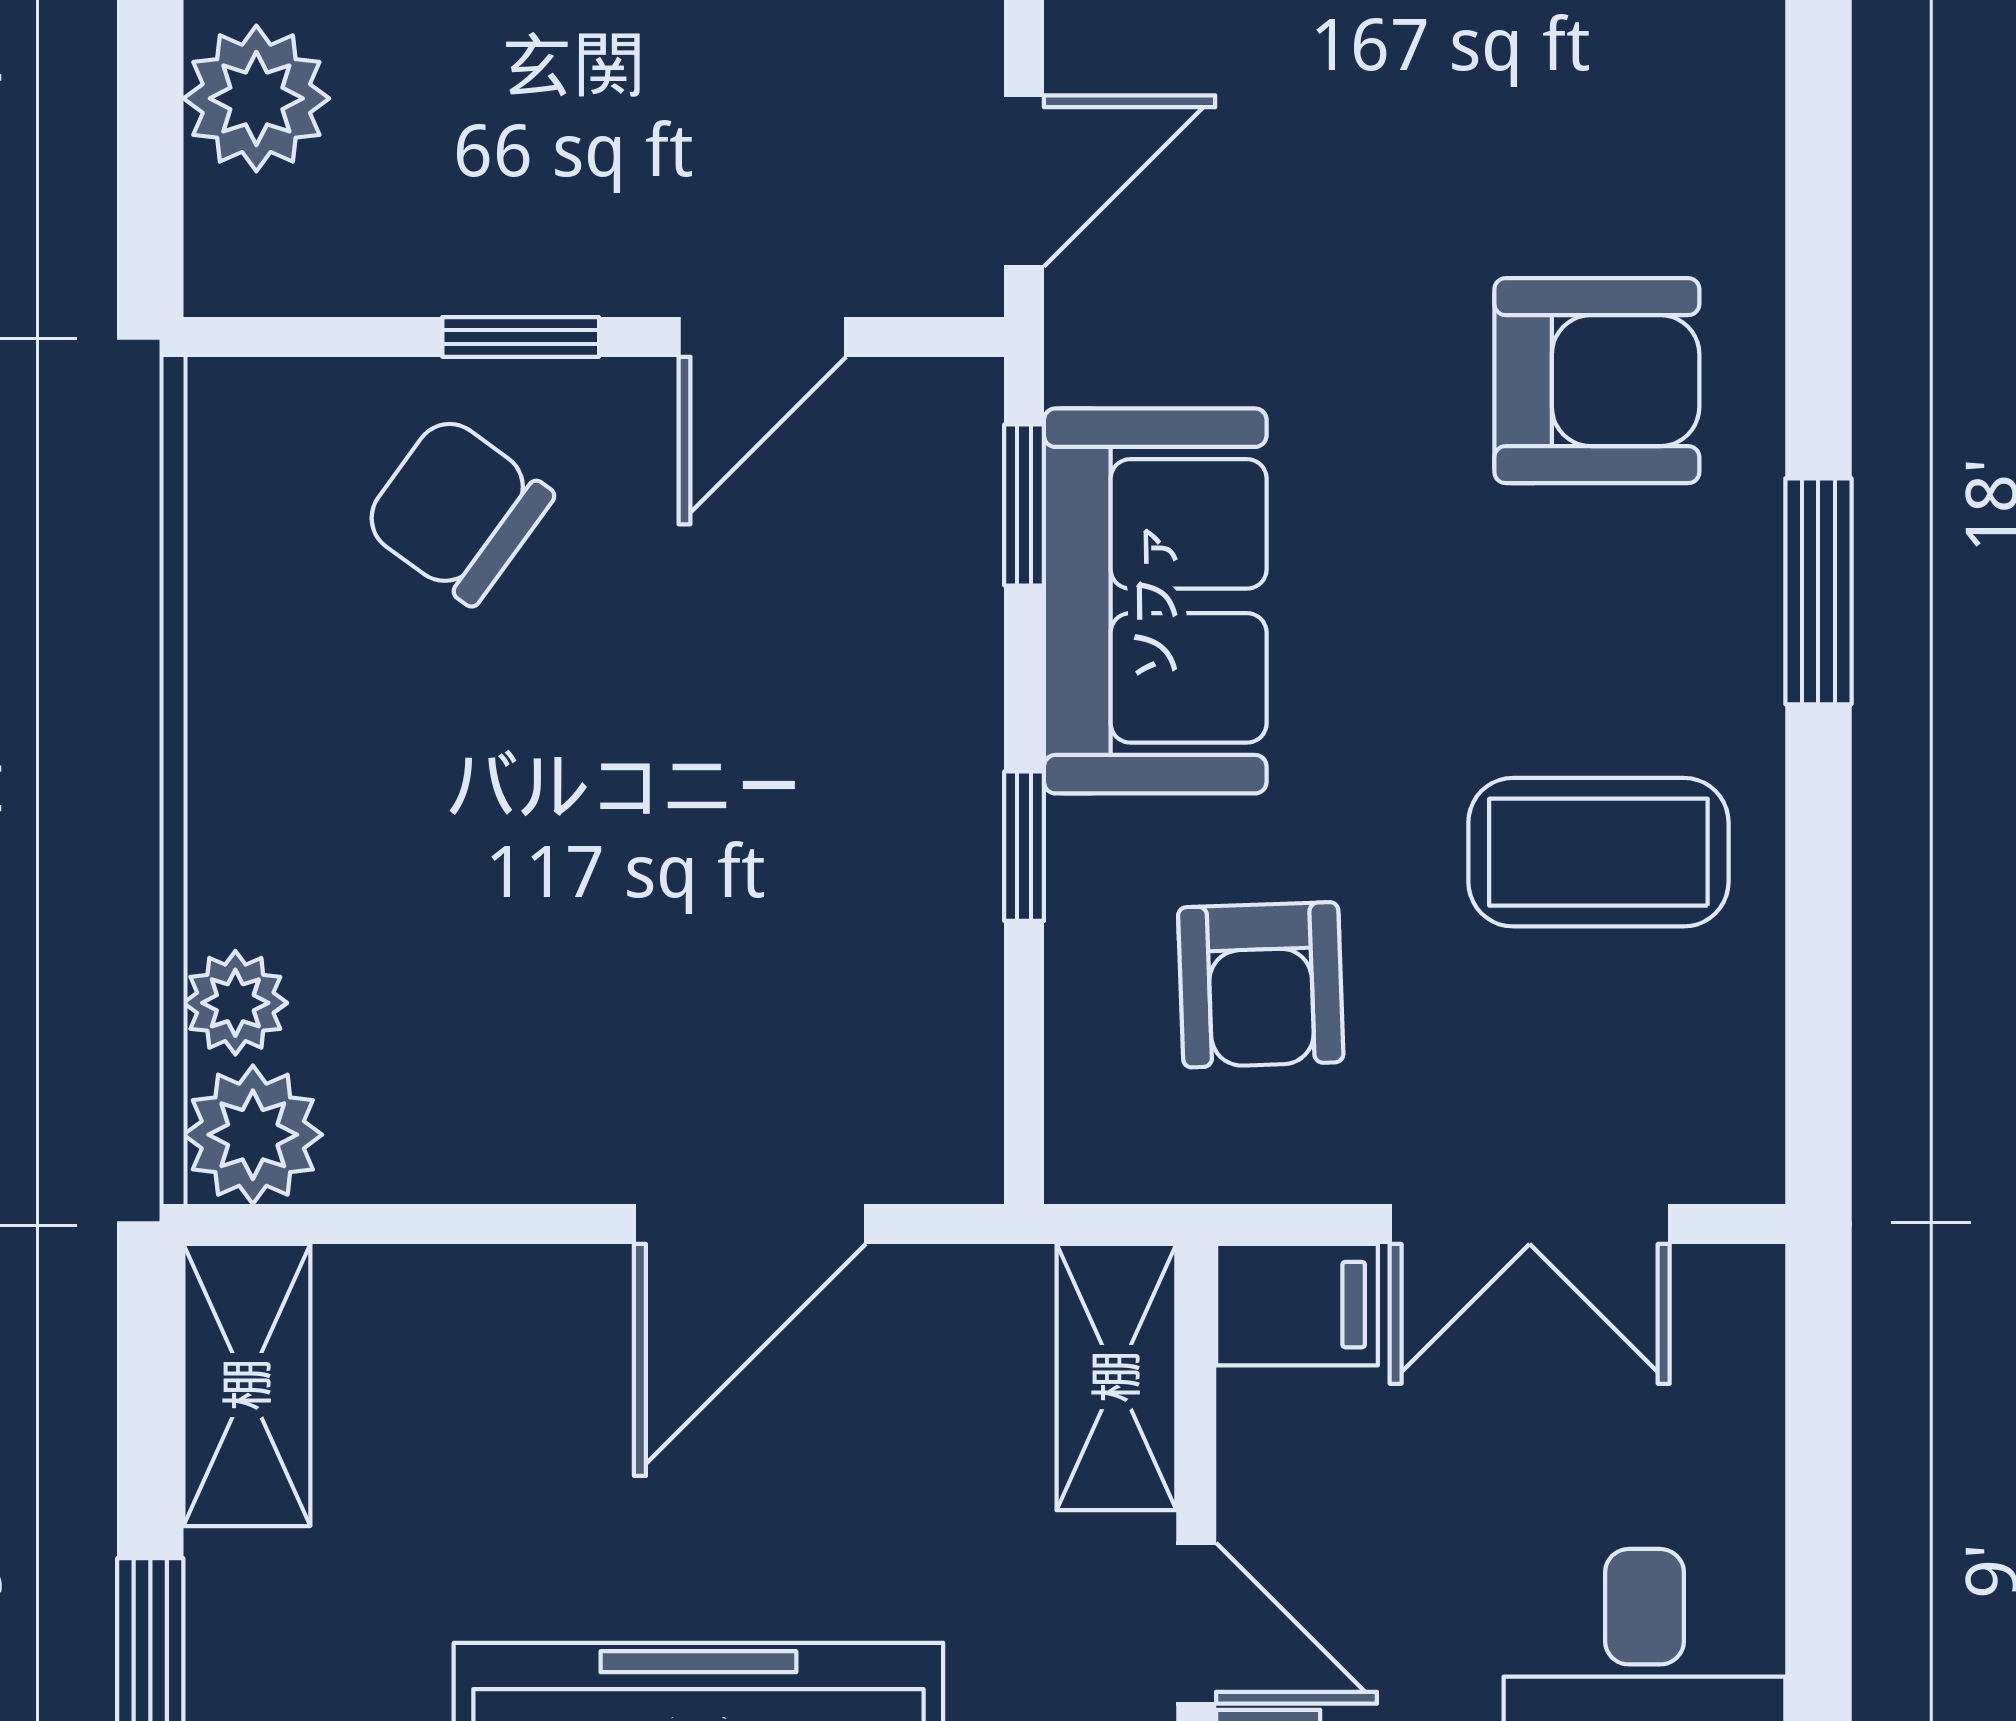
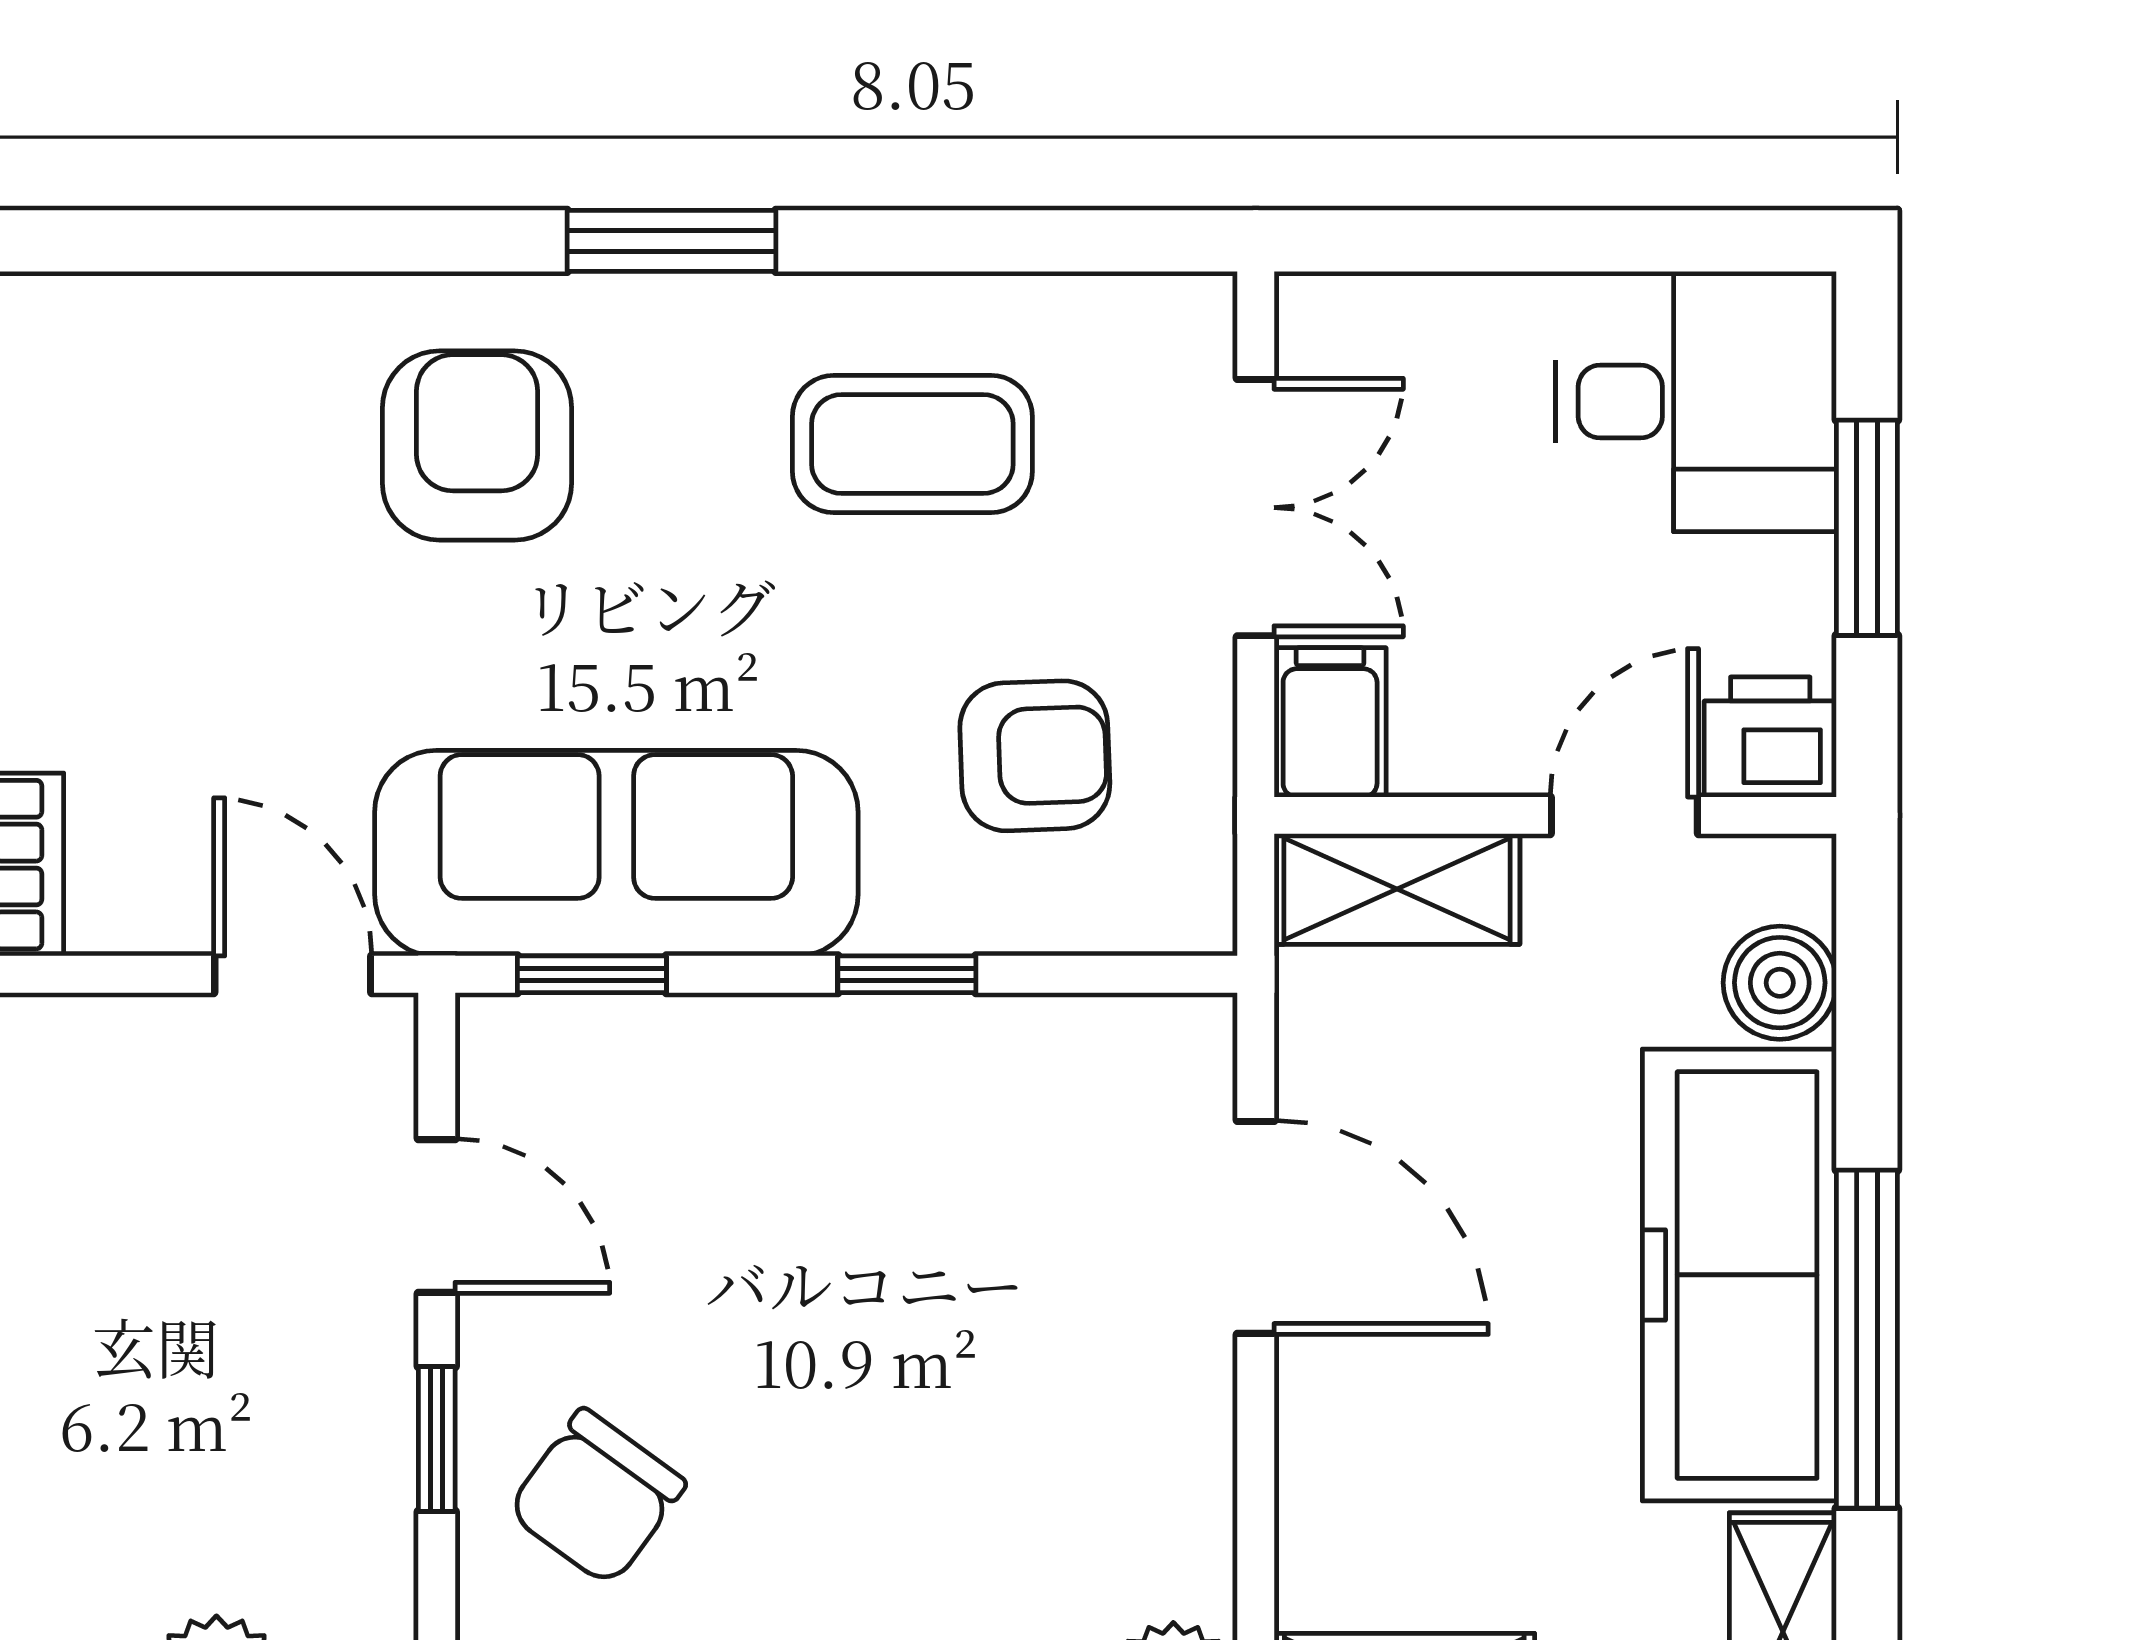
sofa: (1155, 601) -> (616, 853), width x1.36
coffee table: (1598, 852) -> (912, 444), turned 90

